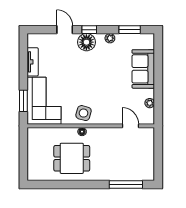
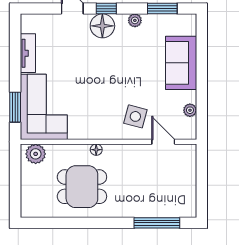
side table: (84, 113) -> (135, 116), moved
plant: (38, 135) -> (36, 154), added

